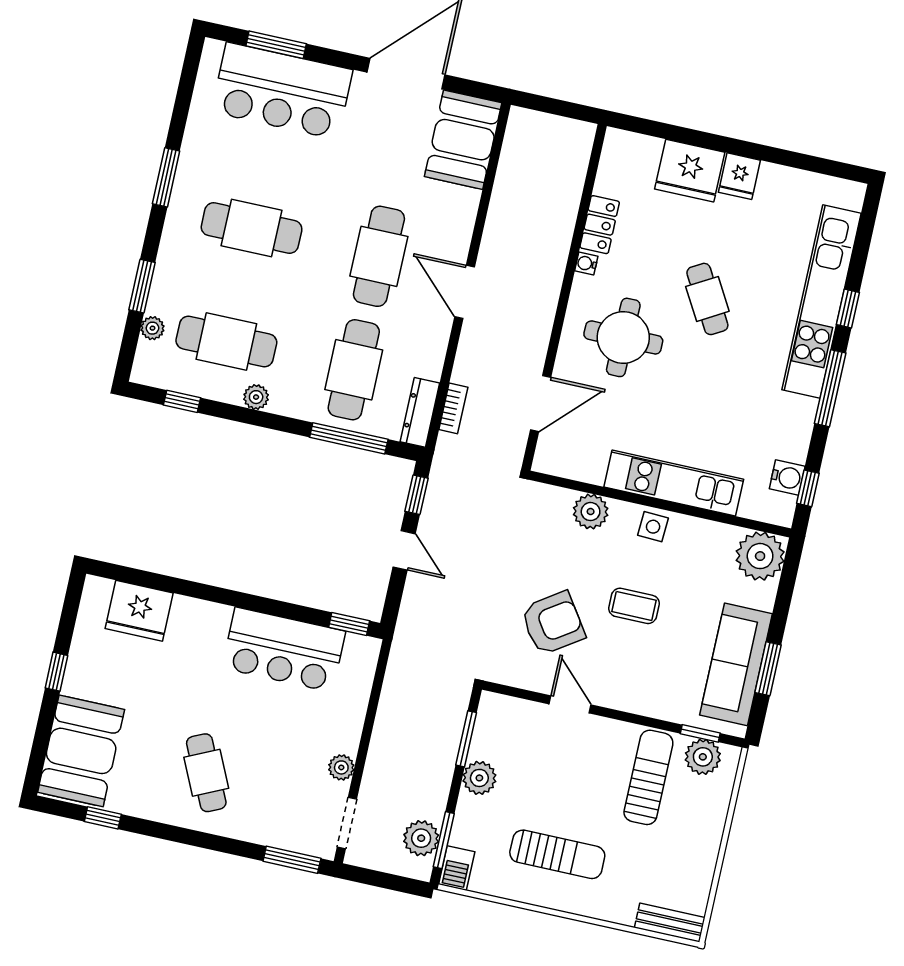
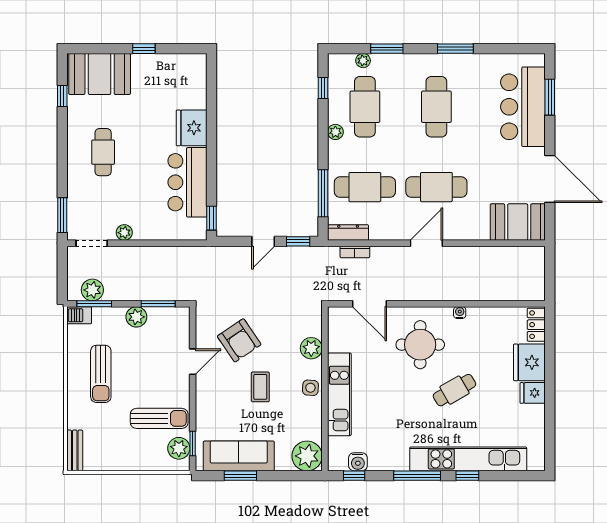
locker: (600, 225) -> (536, 325), moved, turned 90
fridge: (139, 611) -> (192, 128), moved
cafe table: (206, 773) -> (103, 152), turned -65

